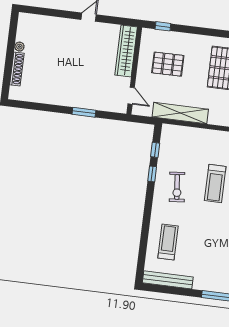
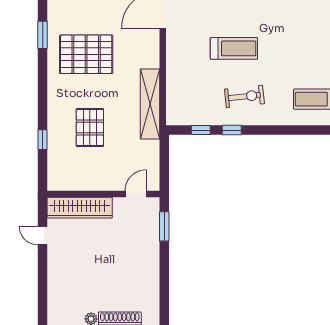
wardrobe: (126, 51) -> (80, 208), moved
wall: (134, 71) -> (103, 194), moved
door: (131, 96) -> (136, 194), moved

